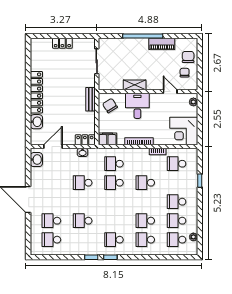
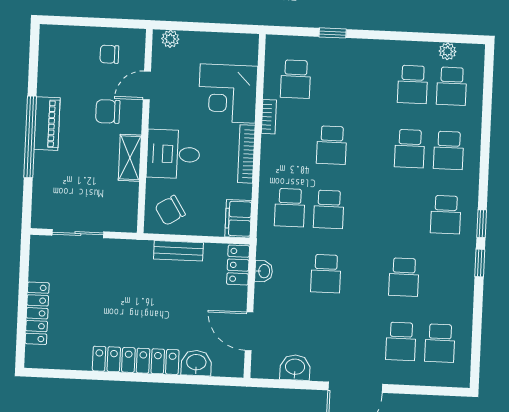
locker: (62, 43) -> (37, 313), width x1.53
piano: (162, 44) -> (47, 124), moved
chair: (188, 57) -> (108, 111), moved
bench: (90, 99) -> (178, 251), moved
corner desk: (184, 131) -> (228, 94), moved, turned 90
washbasin: (36, 160) -> (295, 367), moved
school desk: (177, 202) -> (374, 83), removed

